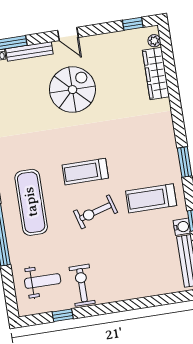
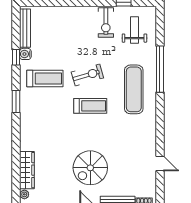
weight bench: (43, 281) -> (134, 30), turned 90

